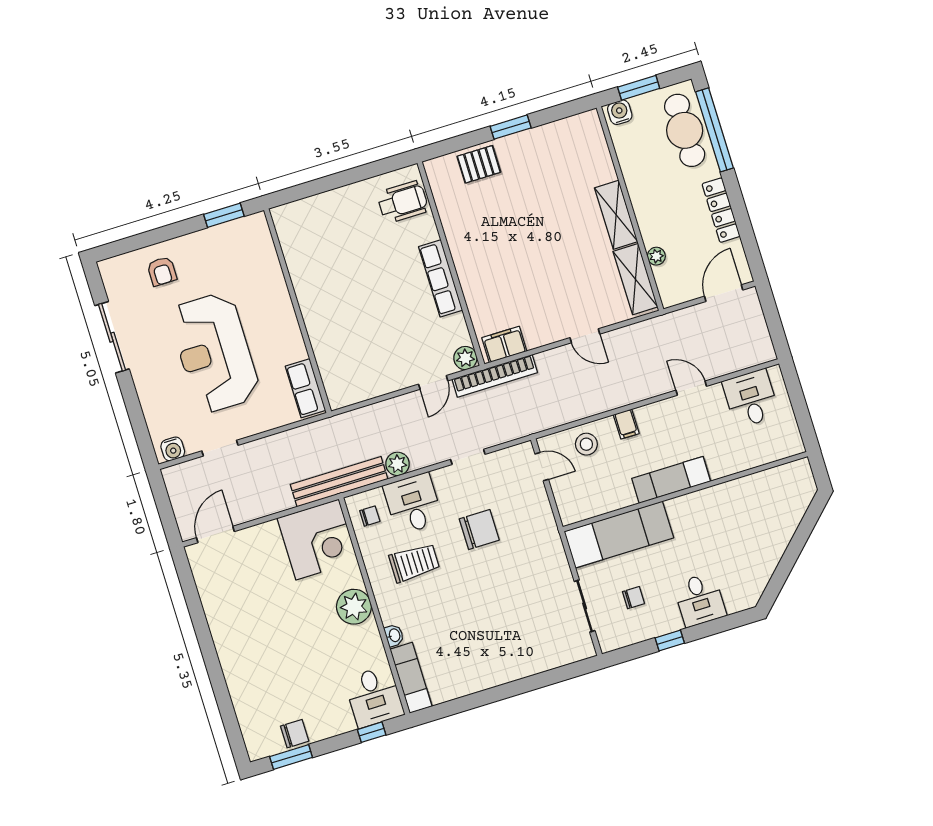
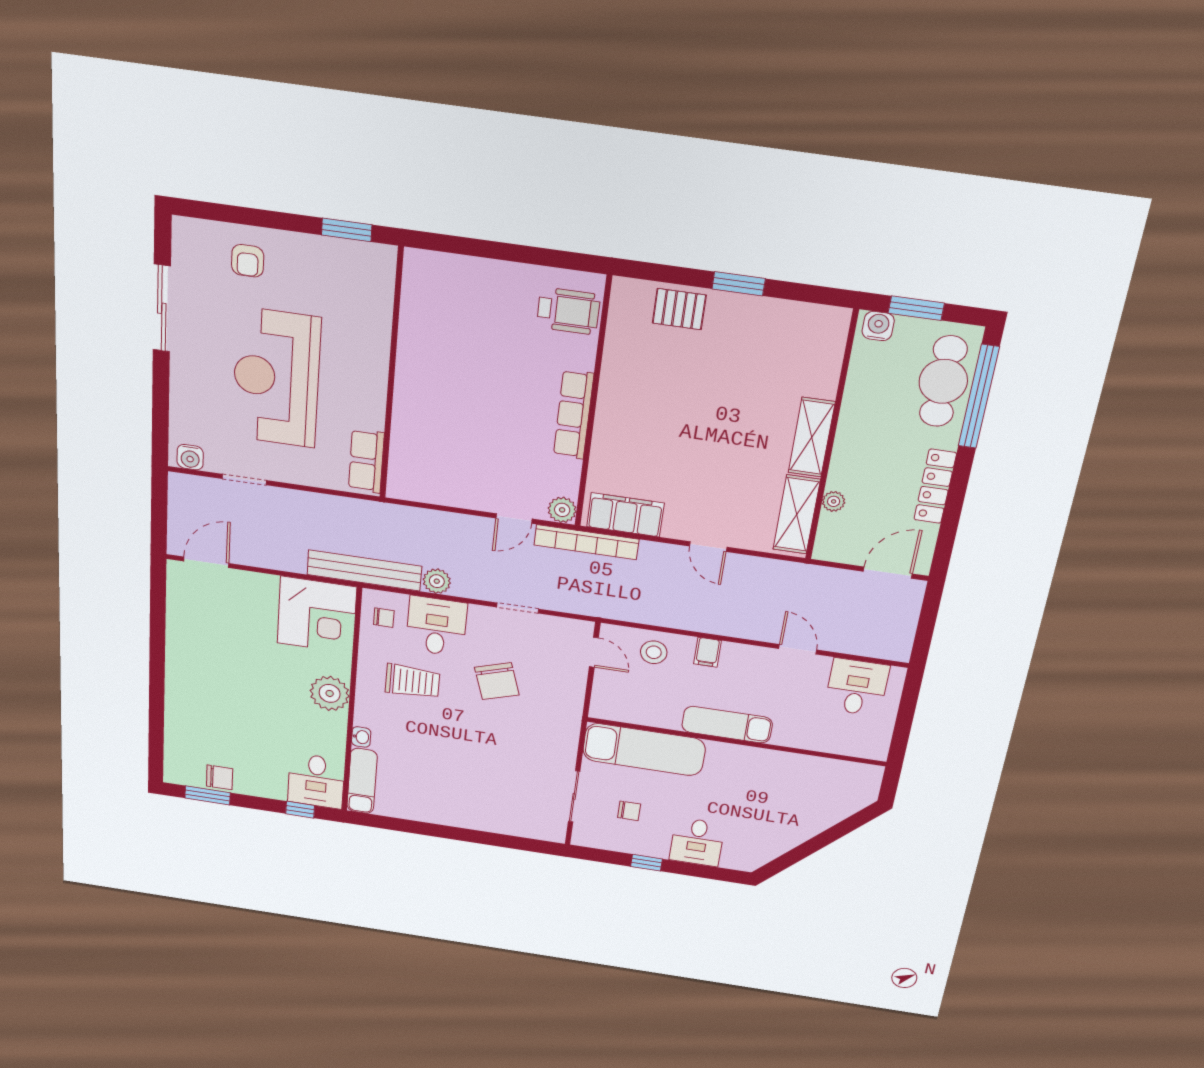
filing cabinet: (504, 344) -> (625, 515), width x1.50, depth x1.17
chair: (479, 530) -> (497, 681), turned 72

